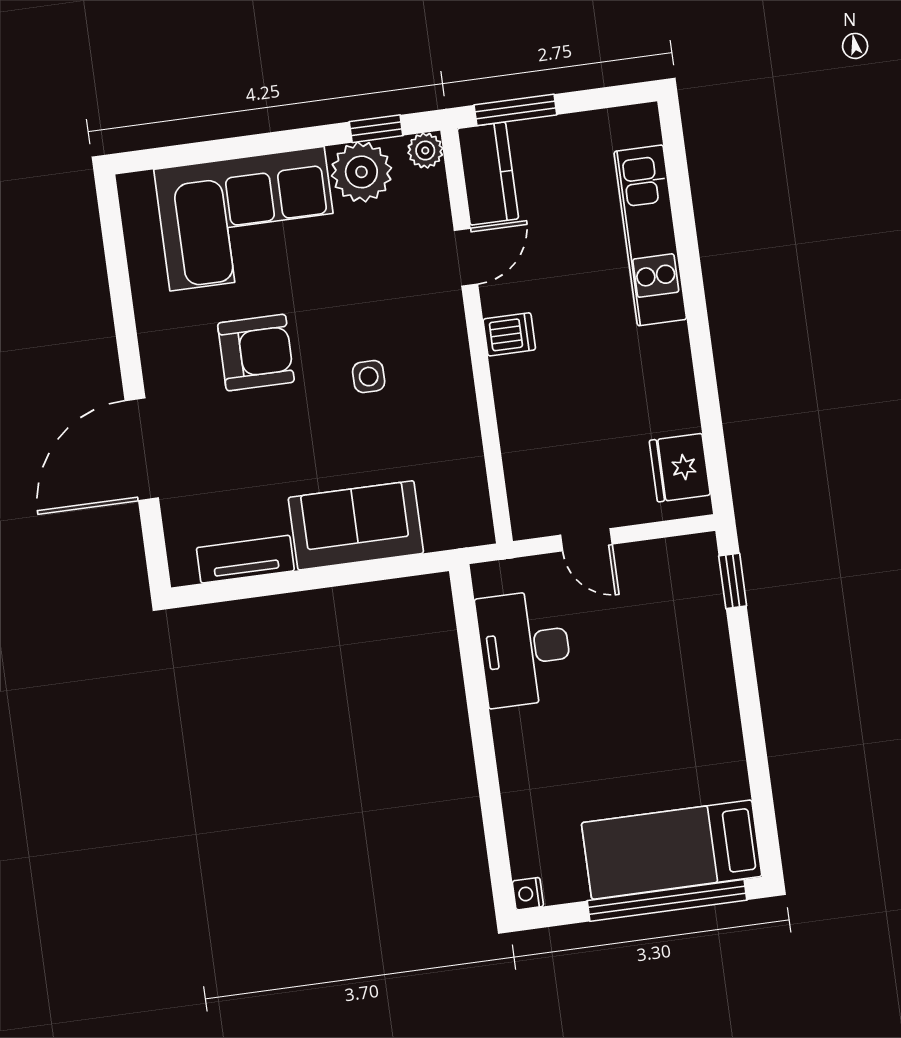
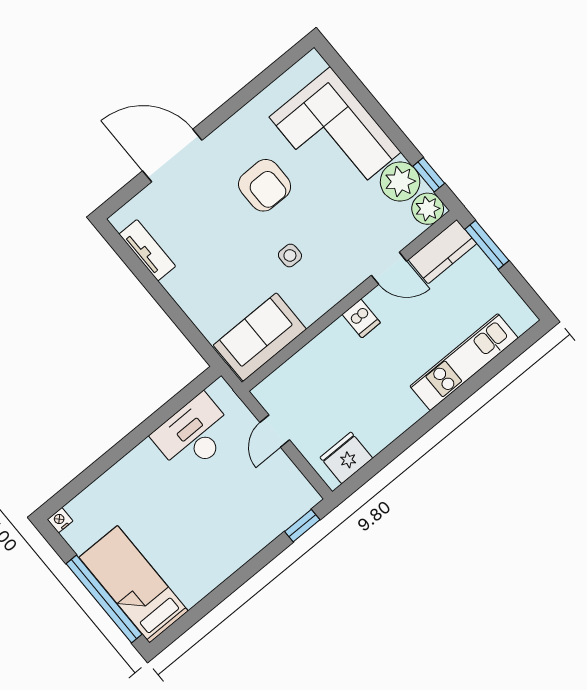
plant: (425, 151) -> (428, 209), width x1.38, depth x1.38
sofa: (356, 525) -> (260, 337), moved, turned -90

